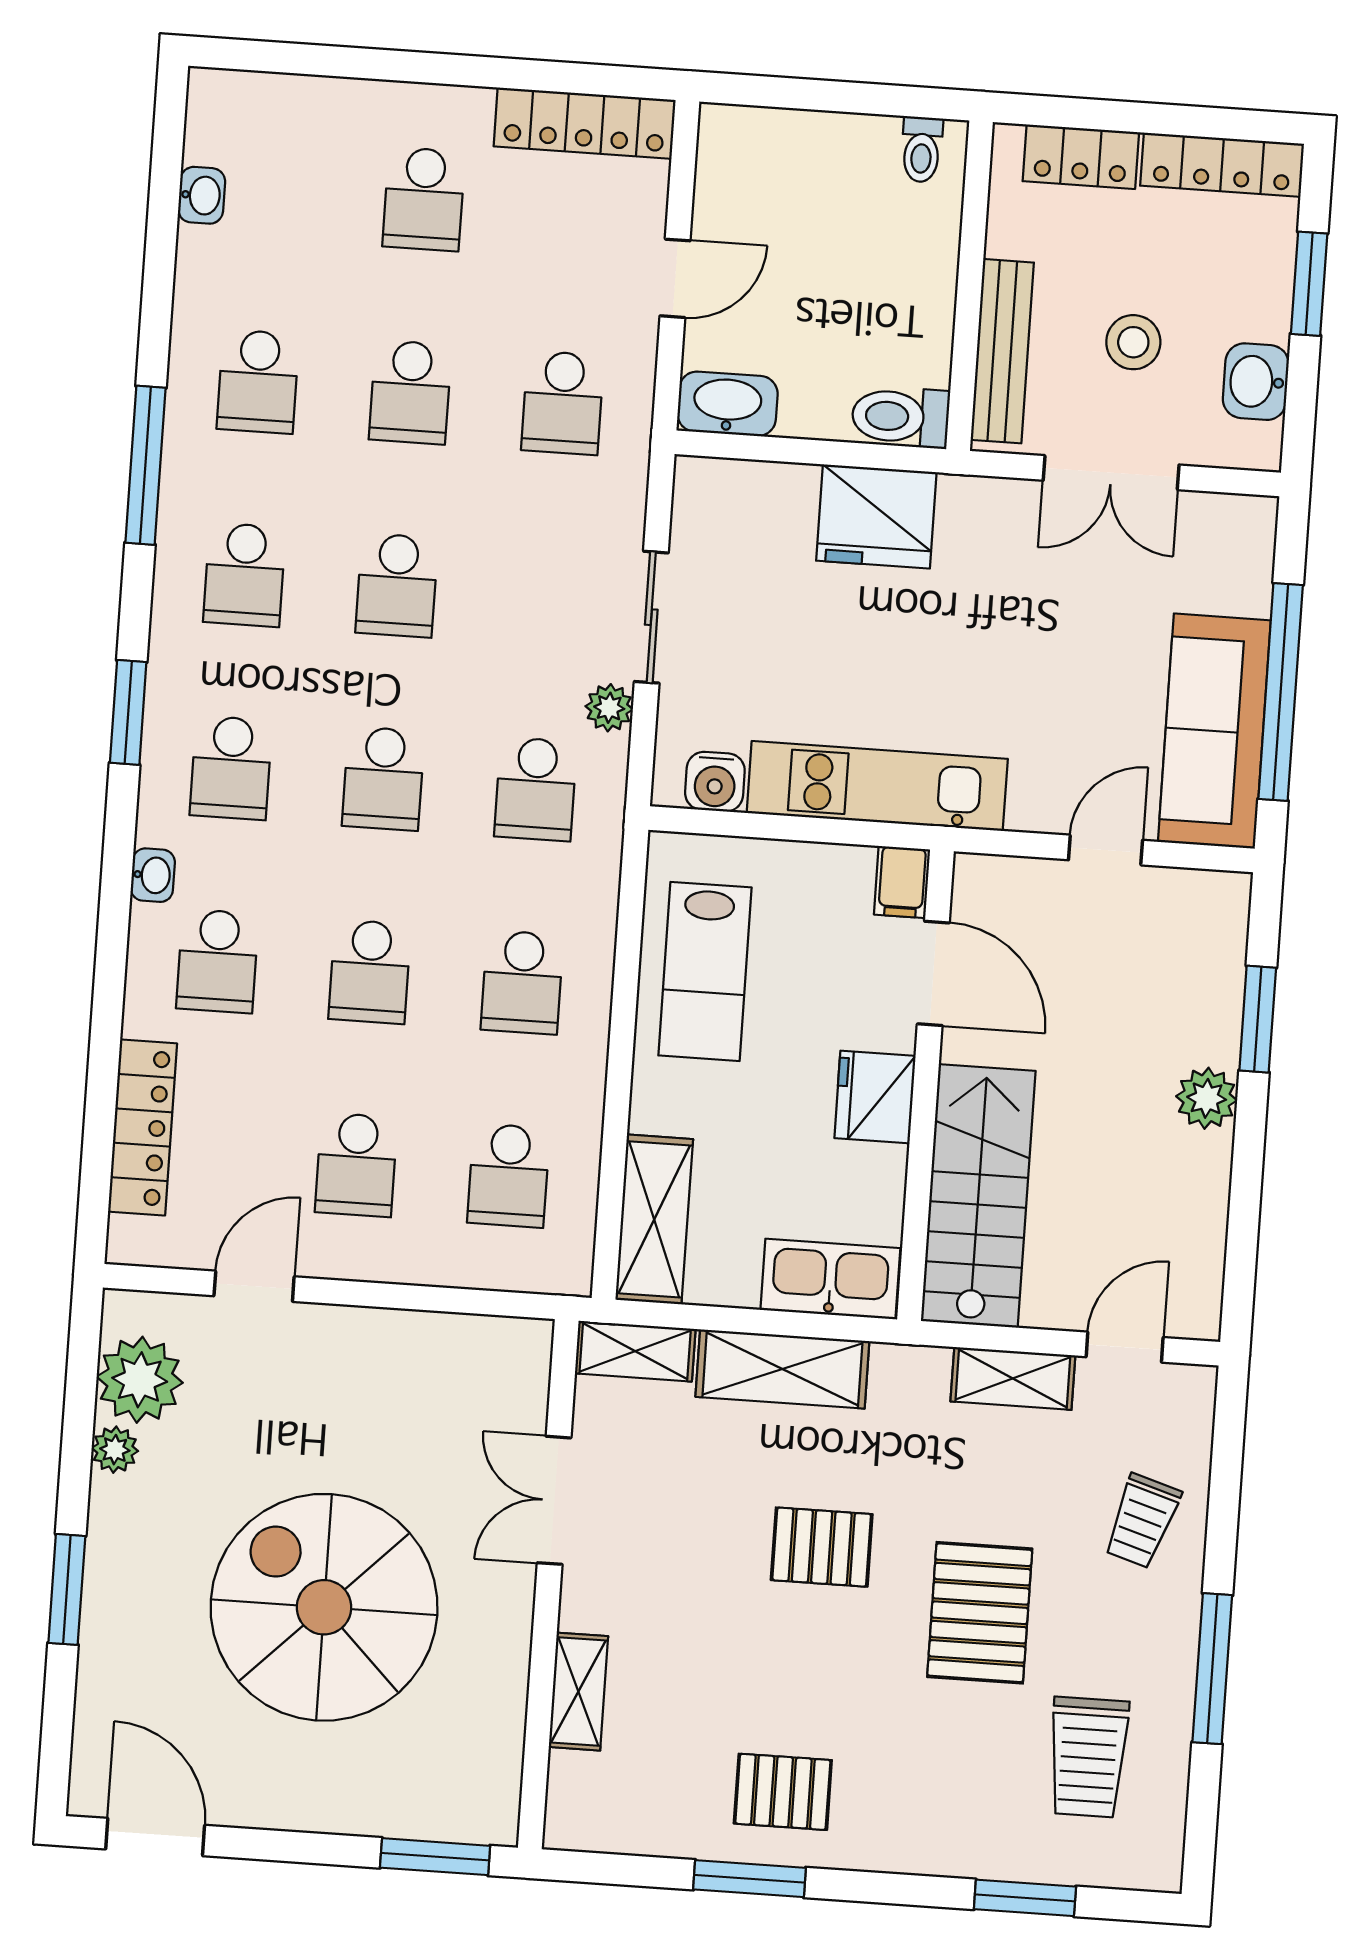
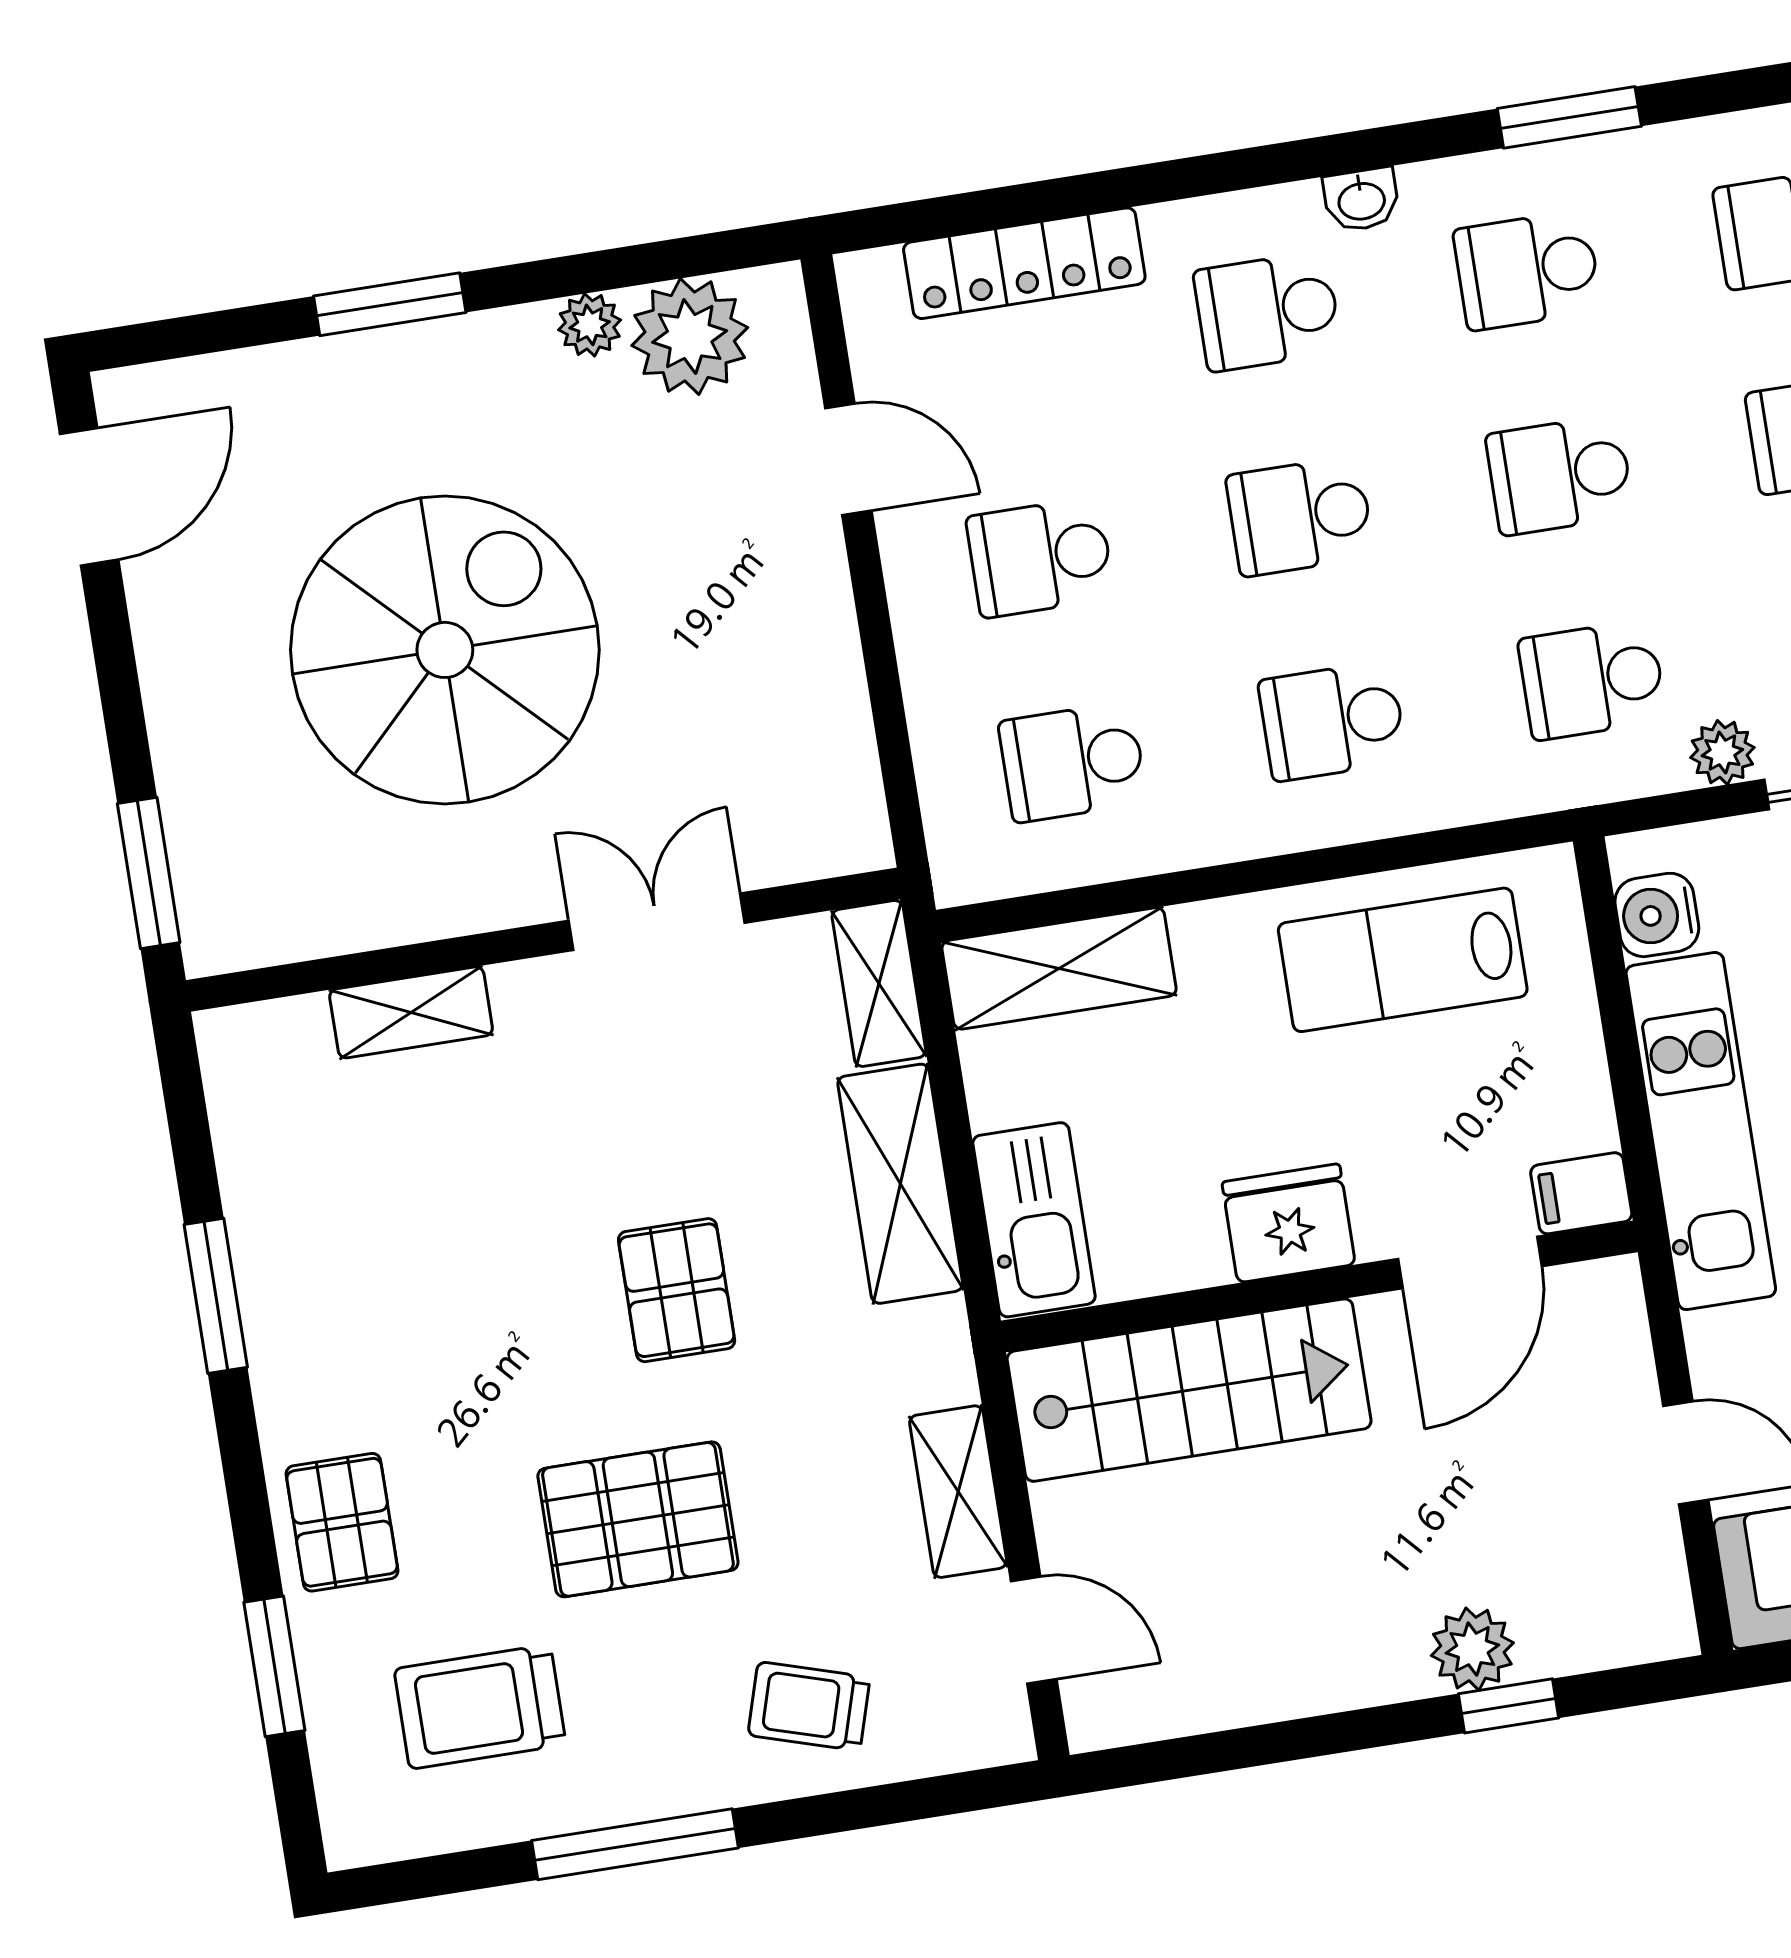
window: (1258, 1019) -> (1508, 1706), width x0.67
plant: (1207, 1098) -> (1472, 1649), moved
pallet: (783, 1792) -> (342, 1522), moved

